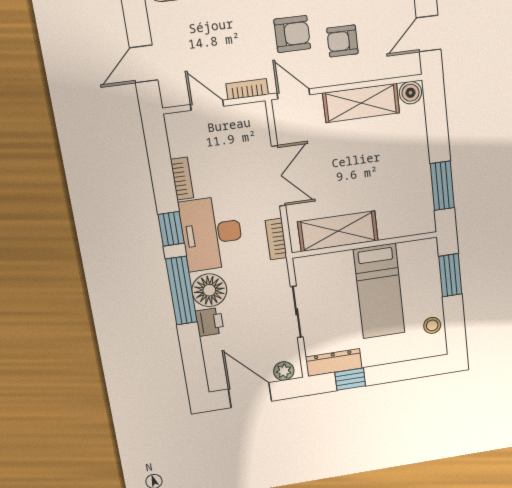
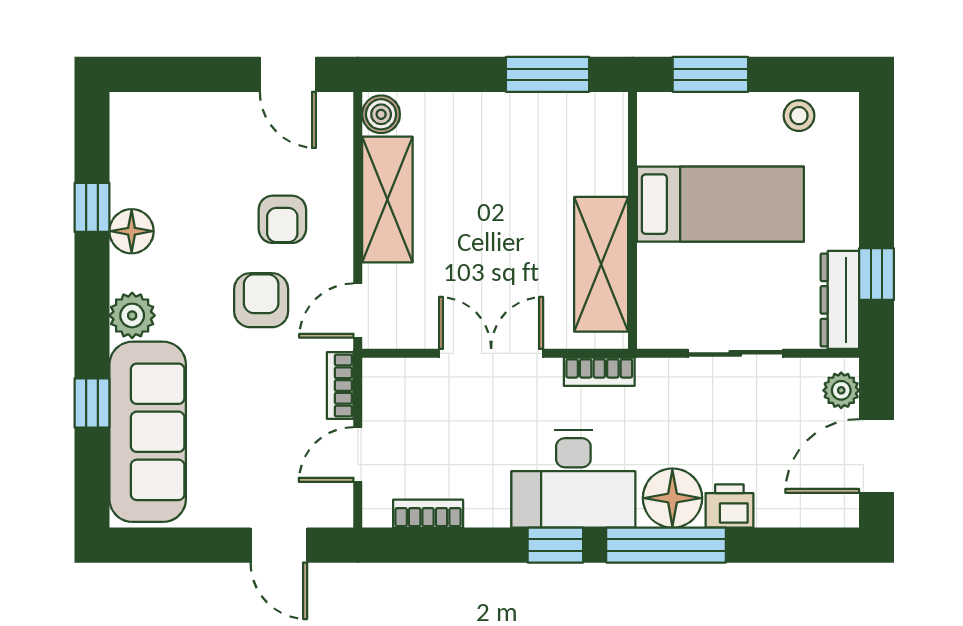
bookcase: (182, 179) -> (428, 514), moved

